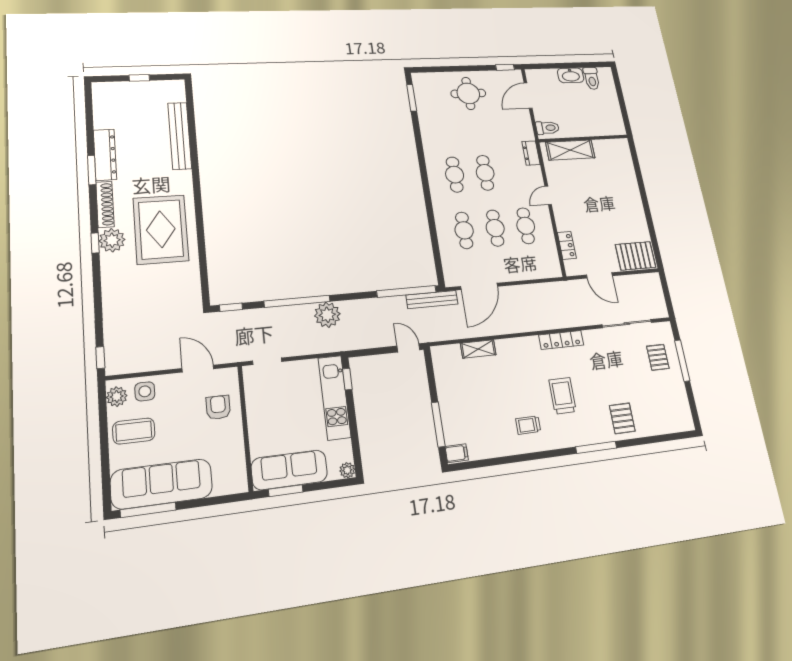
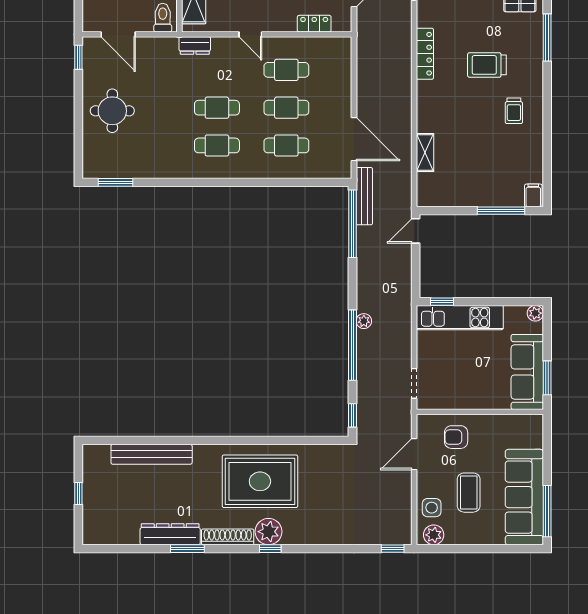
plant: (327, 315) -> (364, 321), width x0.53, depth x0.53
coffee table: (134, 431) -> (469, 493), moved

